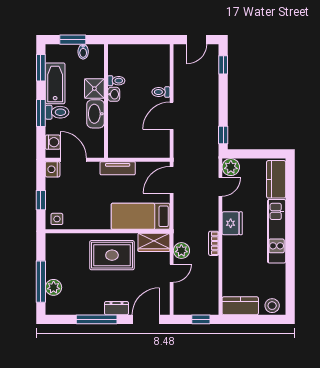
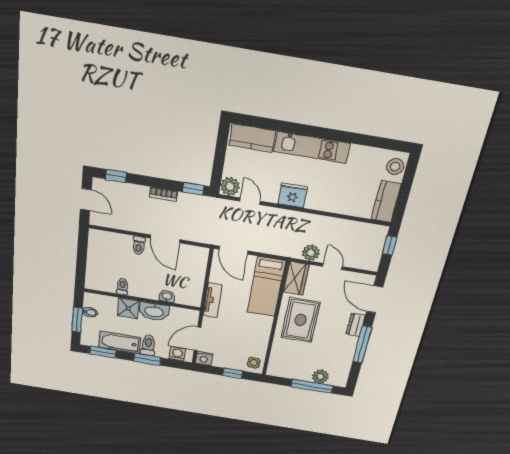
washbasin: (114, 94) -> (167, 296), moved
bookcase: (214, 243) -> (164, 194), moved

